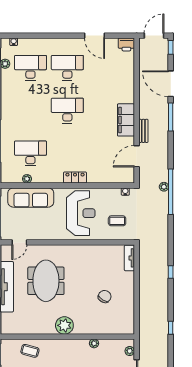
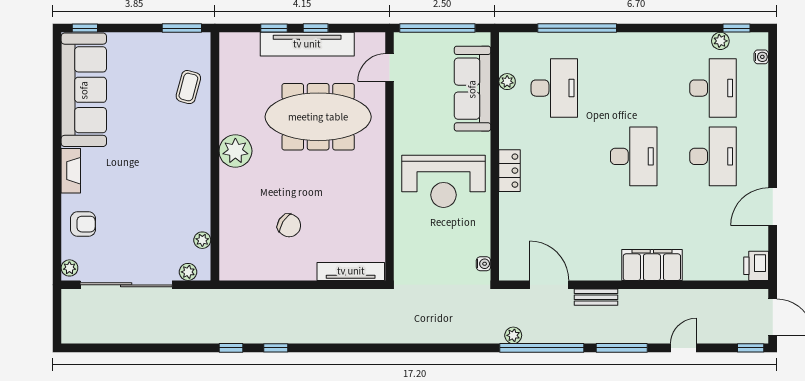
door: (171, 84) -> (683, 348), width x0.53
filing cabinet: (126, 120) -> (652, 265), moved
plant: (164, 187) -> (513, 335), moved
window: (171, 192) -> (542, 348), moved
coffee table: (117, 221) -> (429, 249), removed
door: (19, 242) -> (390, 68), hinge flipped
tv unit: (129, 258) -> (351, 271), width x1.41
window: (171, 272) -> (276, 348), moved
meeting table: (46, 281) -> (318, 117), width x1.36
plant: (94, 343) -> (202, 240), moved

